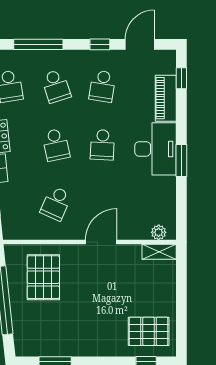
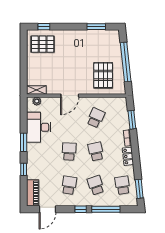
window: (100, 44) -> (81, 209), moved
window: (181, 78) -> (24, 169), moved
piano: (166, 98) -> (33, 193), moved
desk: (155, 149) -> (39, 127), moved

